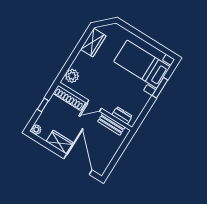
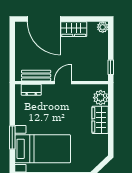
wardrobe: (93, 43) -> (100, 120), moved
shoe rack: (69, 98) -> (90, 76), removed
window: (43, 105) -> (111, 67), moved

